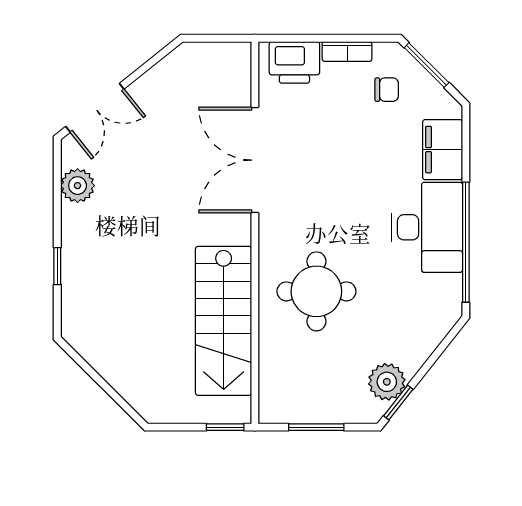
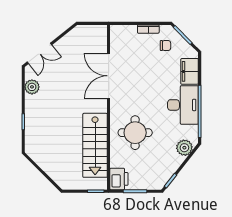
printer: (294, 62) -> (119, 179), moved, turned -90
plant: (387, 382) -> (184, 148), moved

